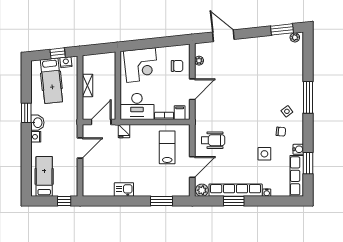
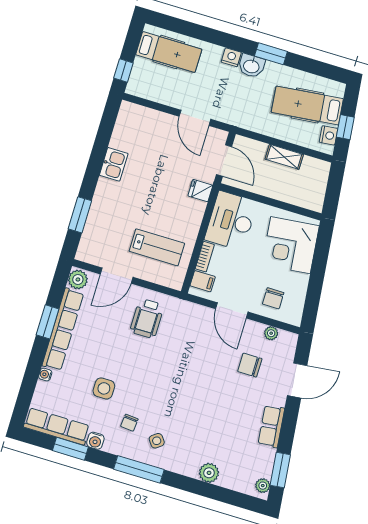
row of seats: (257, 43) -> (271, 426), added
chair: (223, 68) -> (250, 365), added
plant: (297, 73) -> (209, 473), added
window: (308, 97) -> (139, 469), moved
door: (192, 167) -> (117, 276), hinge flipped

